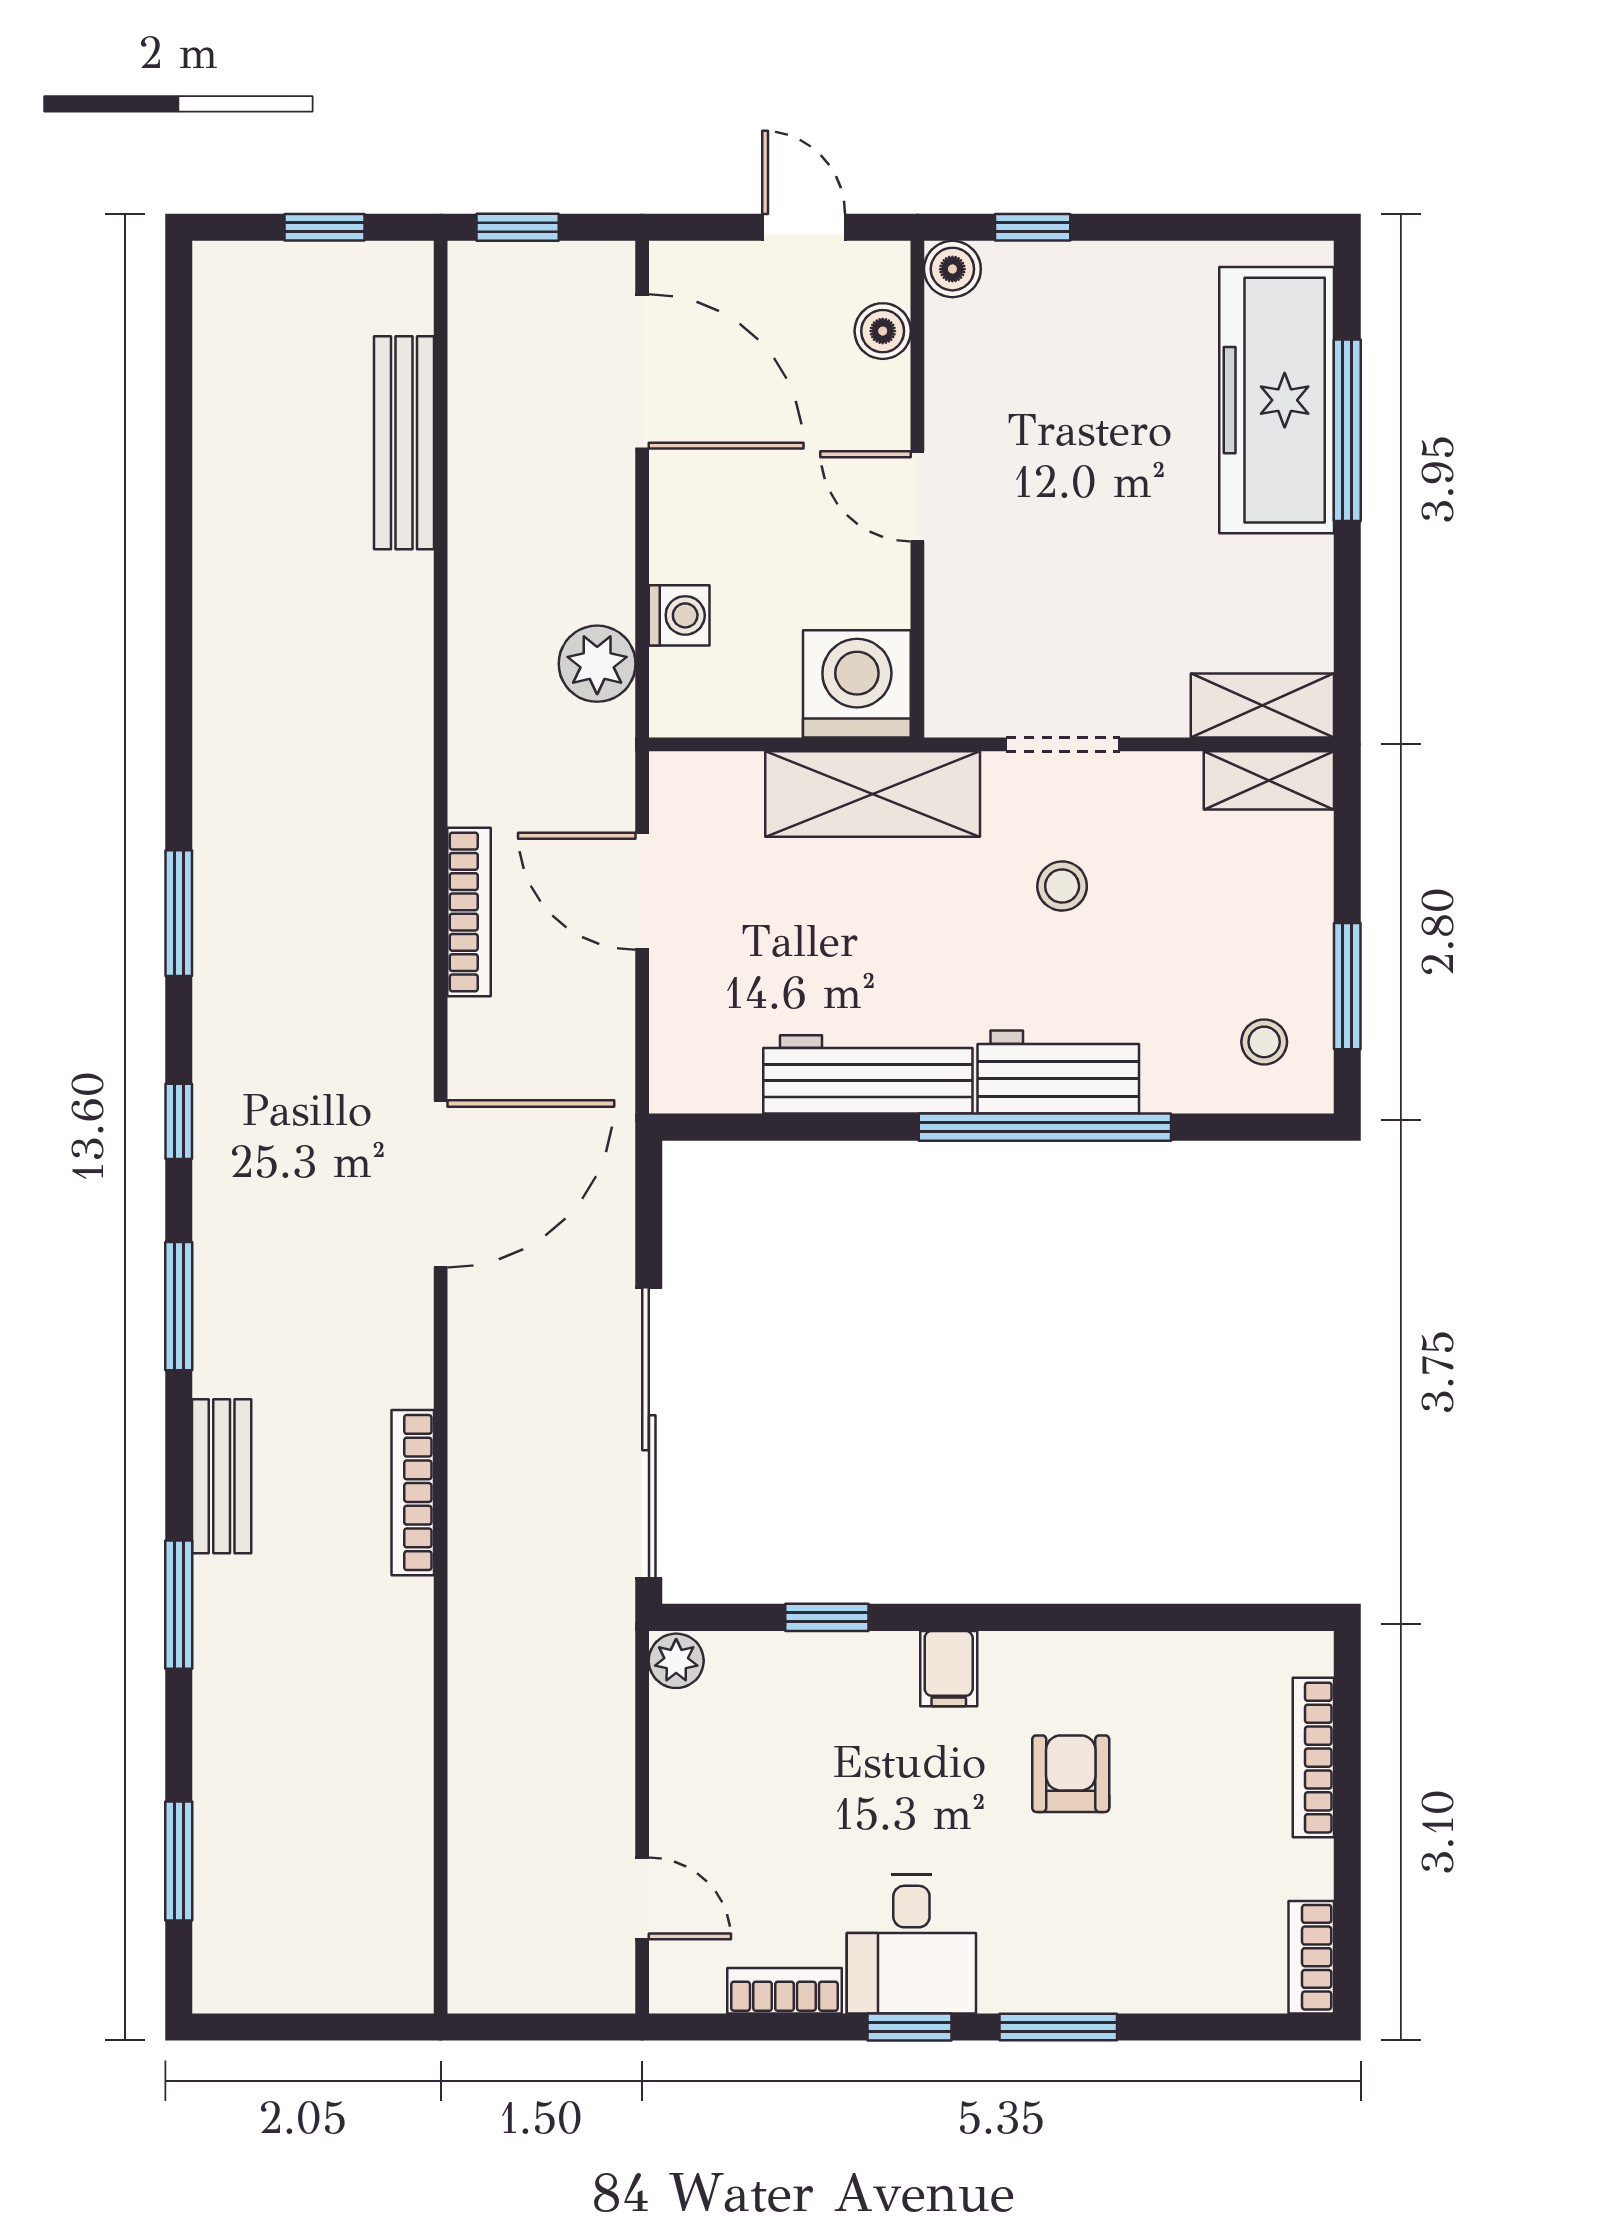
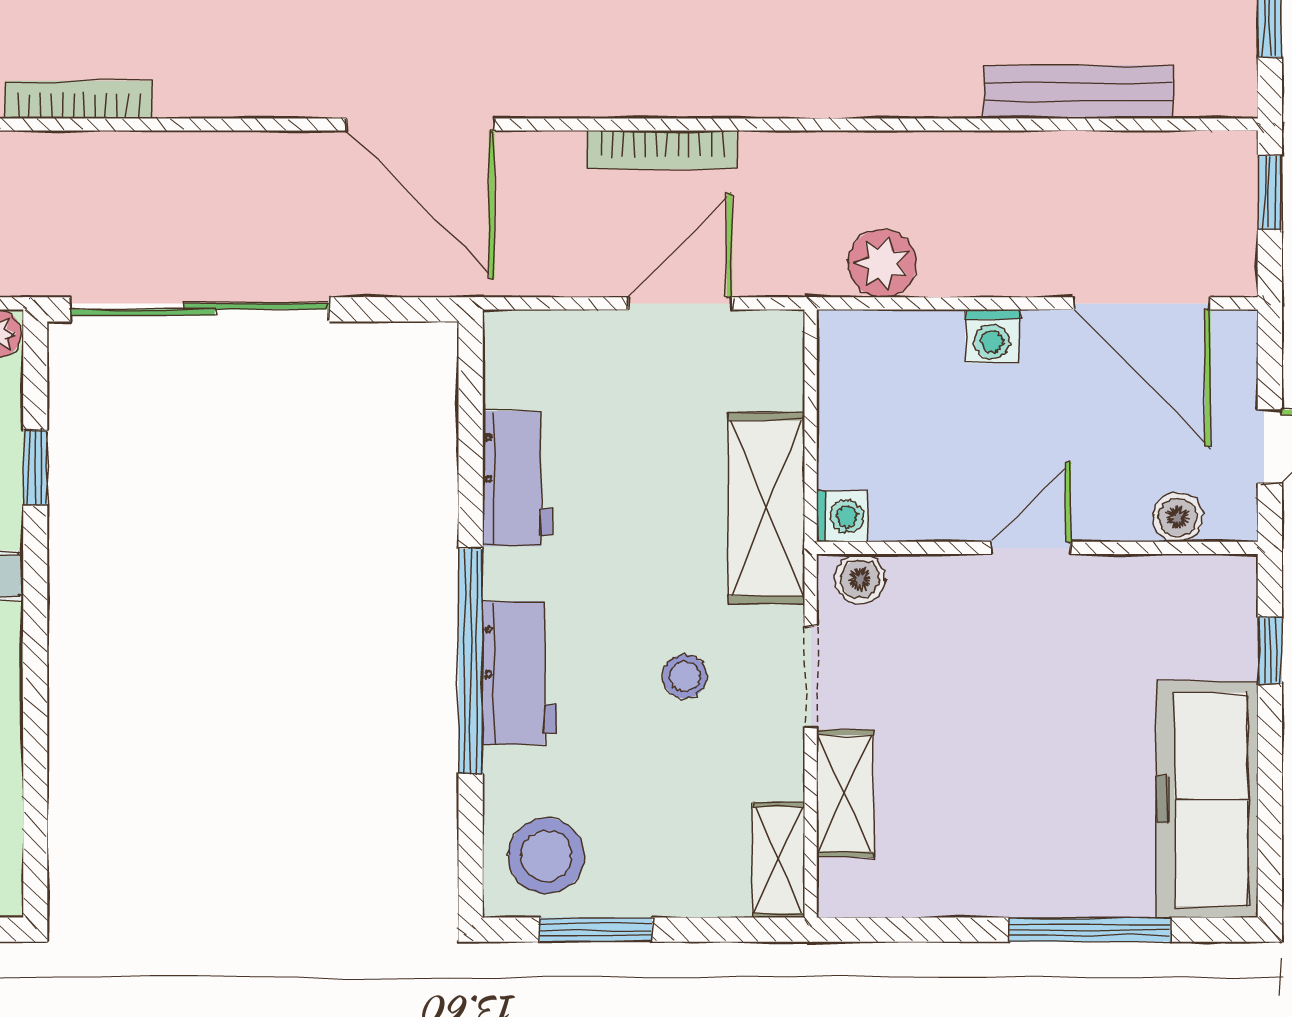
boiler: (952, 269) -> (860, 579), moved
door: (642, 371) -> (1142, 303), hinge flipped
freezer: (1277, 400) -> (1207, 799), moved, turned -90
washing machine: (679, 615) -> (992, 336), moved
washing machine: (857, 684) -> (842, 517), width x0.53, depth x0.53
shelving: (1262, 706) -> (845, 793), moved
stool: (1264, 1042) -> (546, 856), width x1.89, depth x1.89
workbench: (868, 1074) -> (517, 479), width x0.73
bookcase: (413, 1493) -> (79, 100), moved

